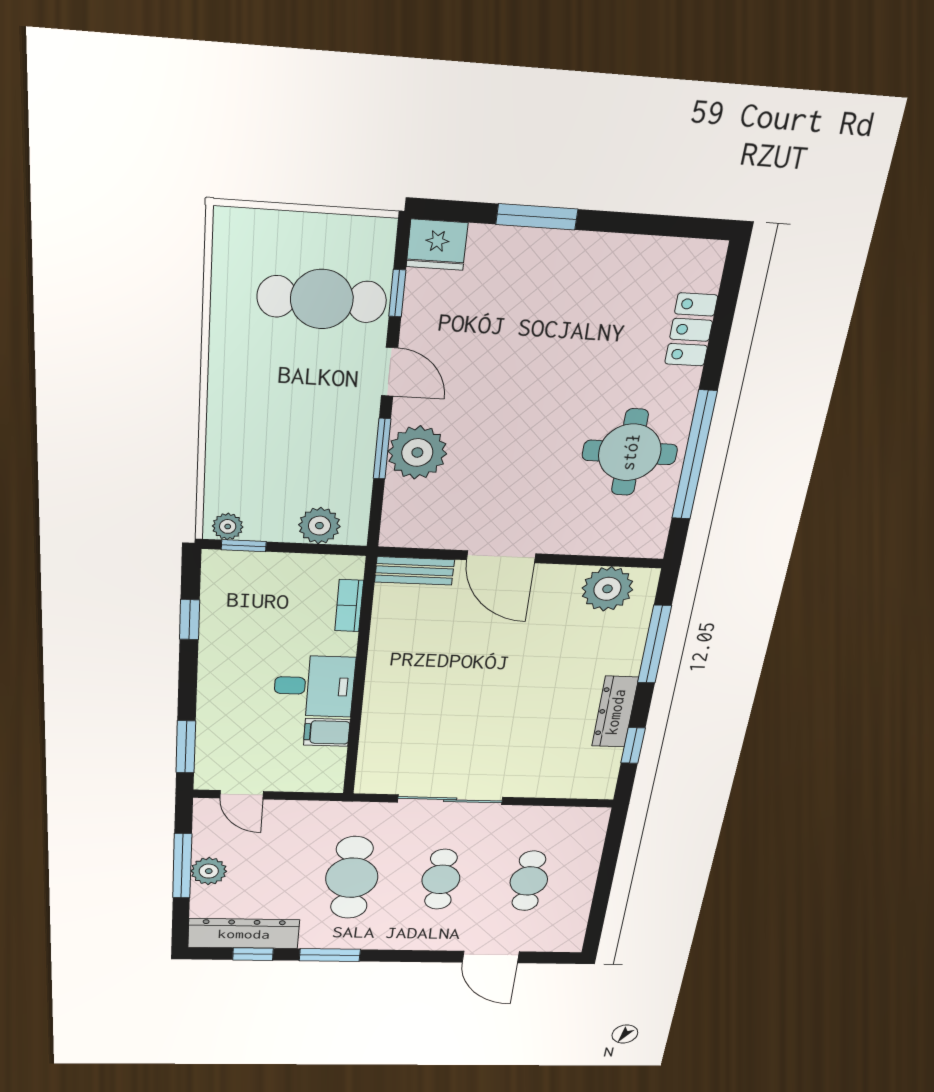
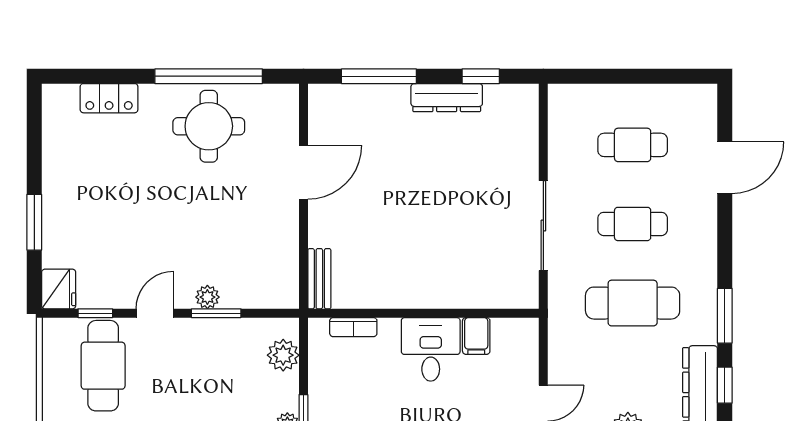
plant: (417, 452) -> (207, 297), width x0.53, depth x0.53
door: (501, 557) -> (303, 172), moved
plant: (607, 589) -> (328, 124), removed

